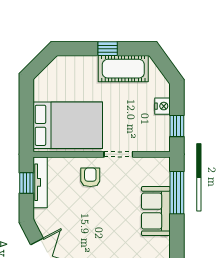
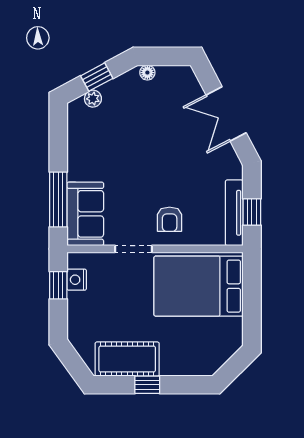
nightstand: (163, 106) -> (77, 280), moved
sofa: (156, 211) -> (85, 214), moved

